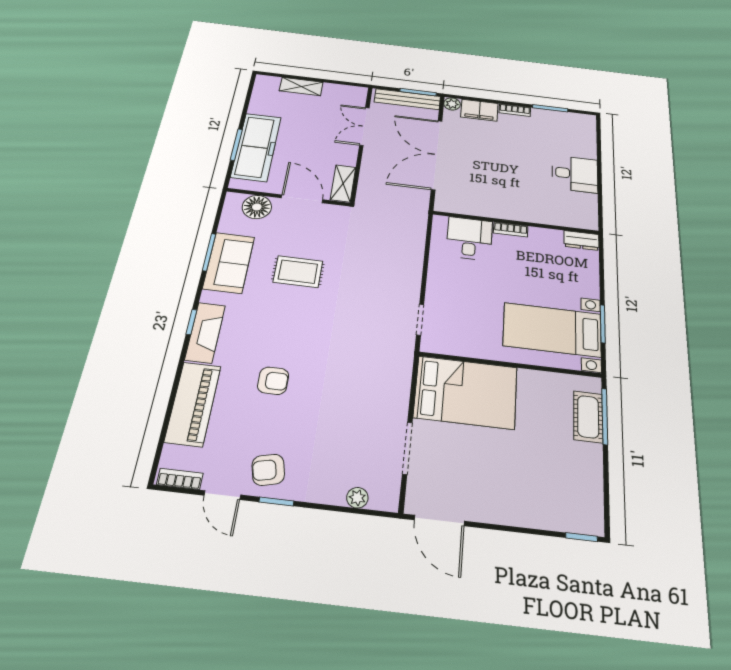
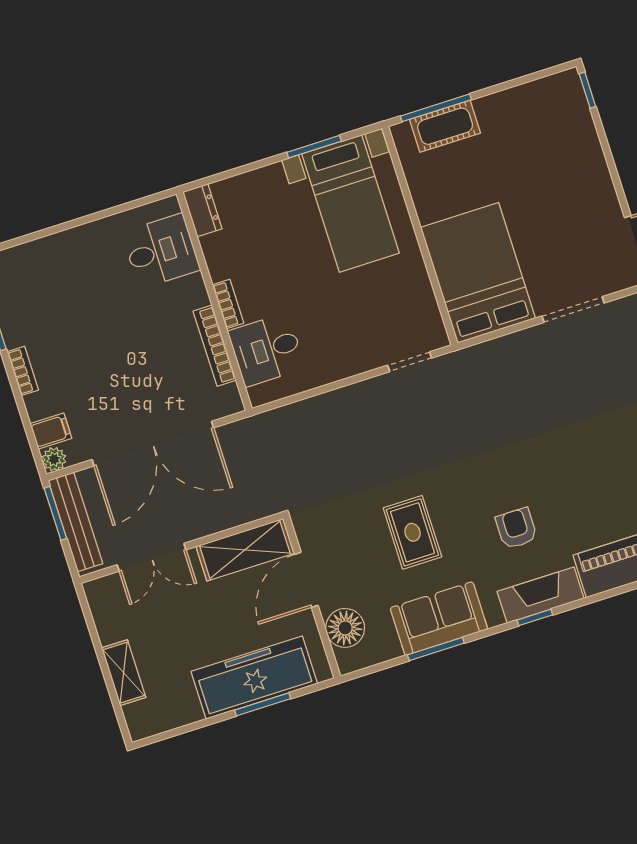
filing cabinet: (479, 110) -> (51, 431), width x0.50
desk: (575, 174) -> (161, 251), moved, turned 90
shelving: (343, 183) -> (245, 550), width x1.50, depth x1.33
bookcase: (486, 211) -> (215, 346), added
armchair: (273, 381) -> (516, 528), moved

